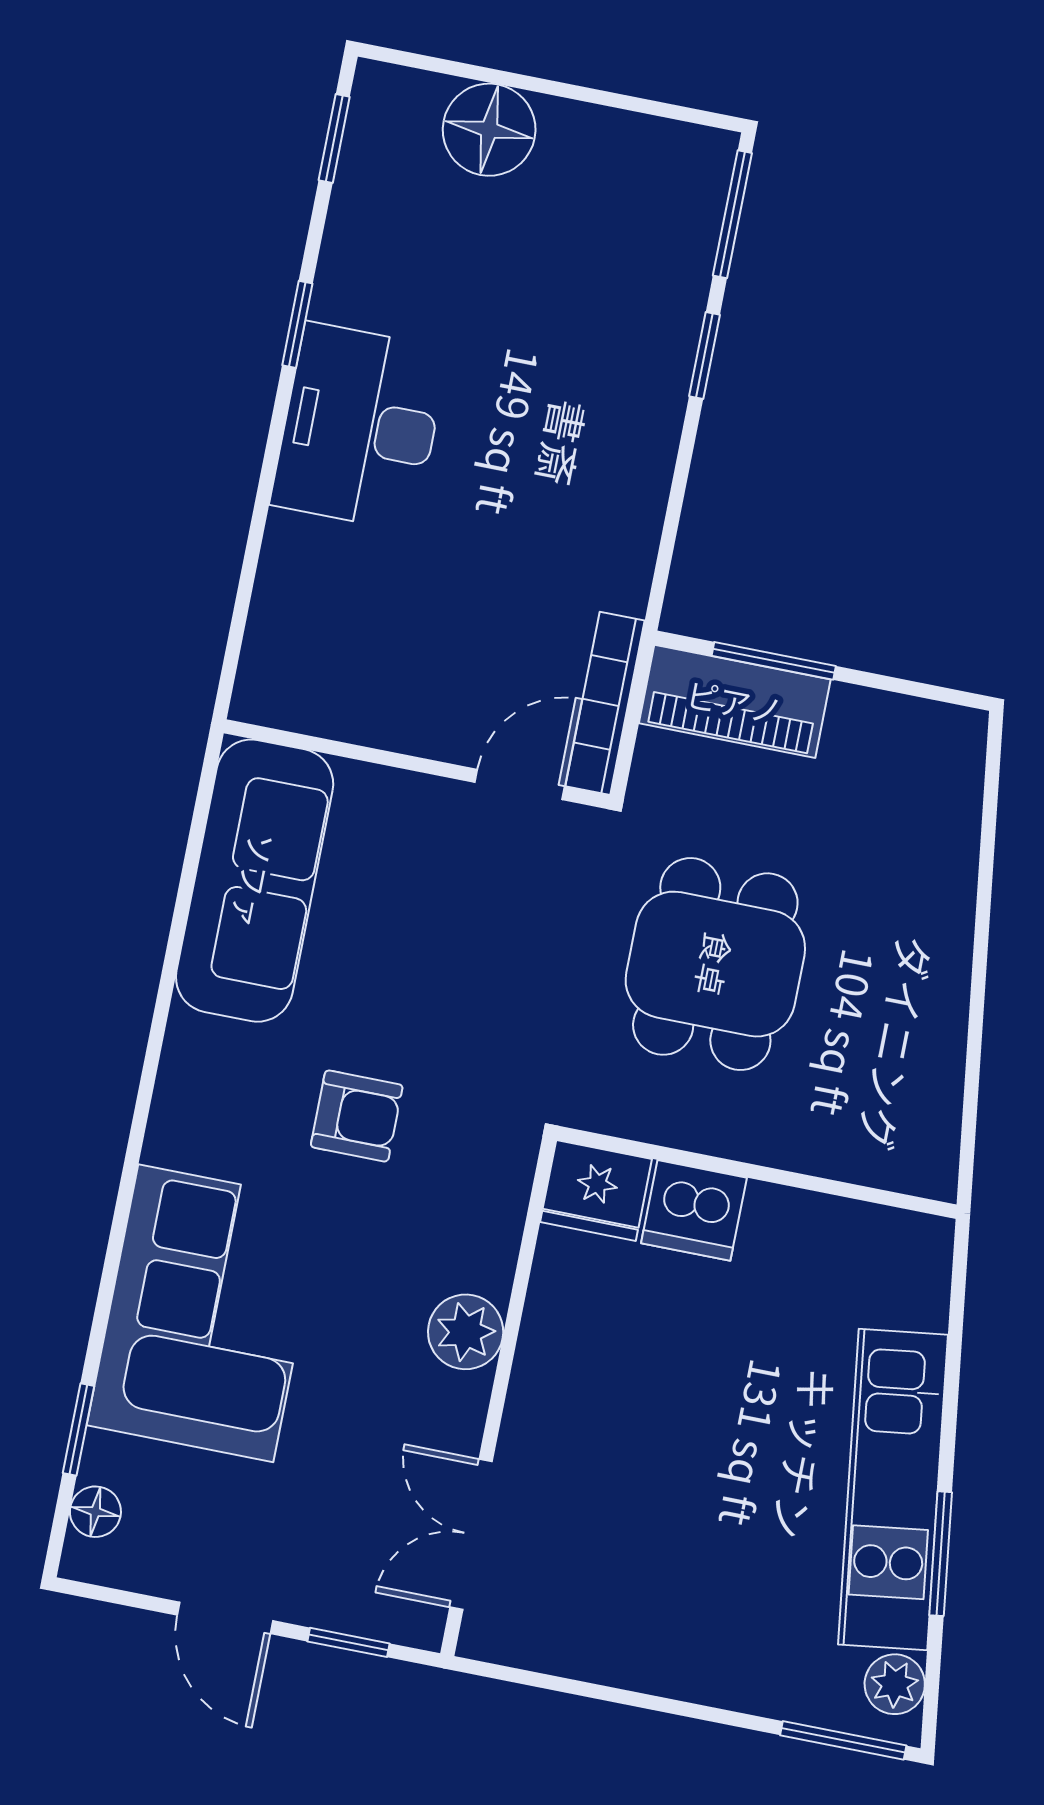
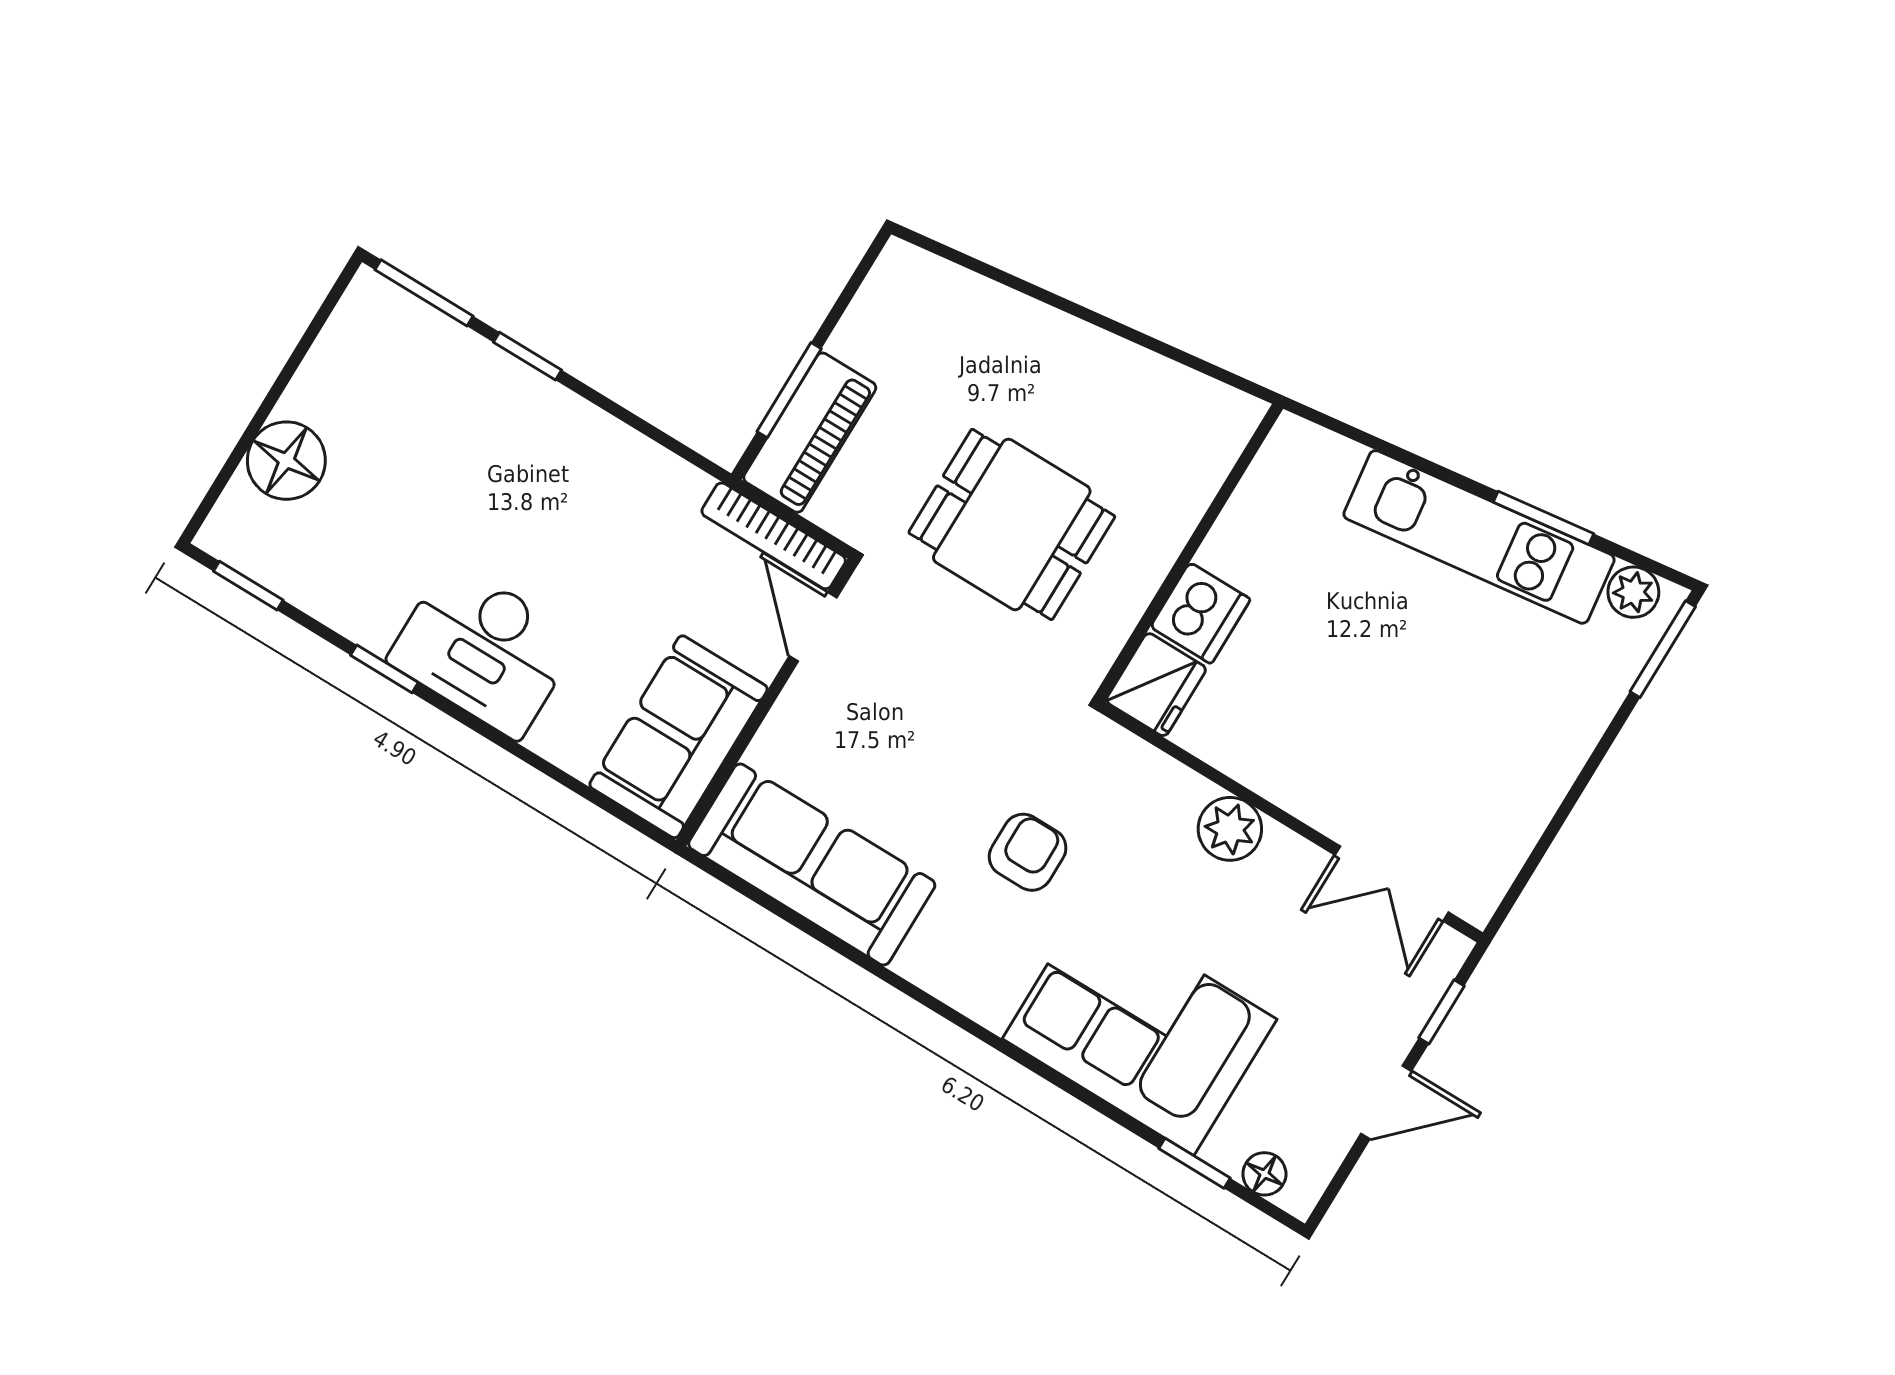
sofa: (342, 680) -> (679, 737), added

